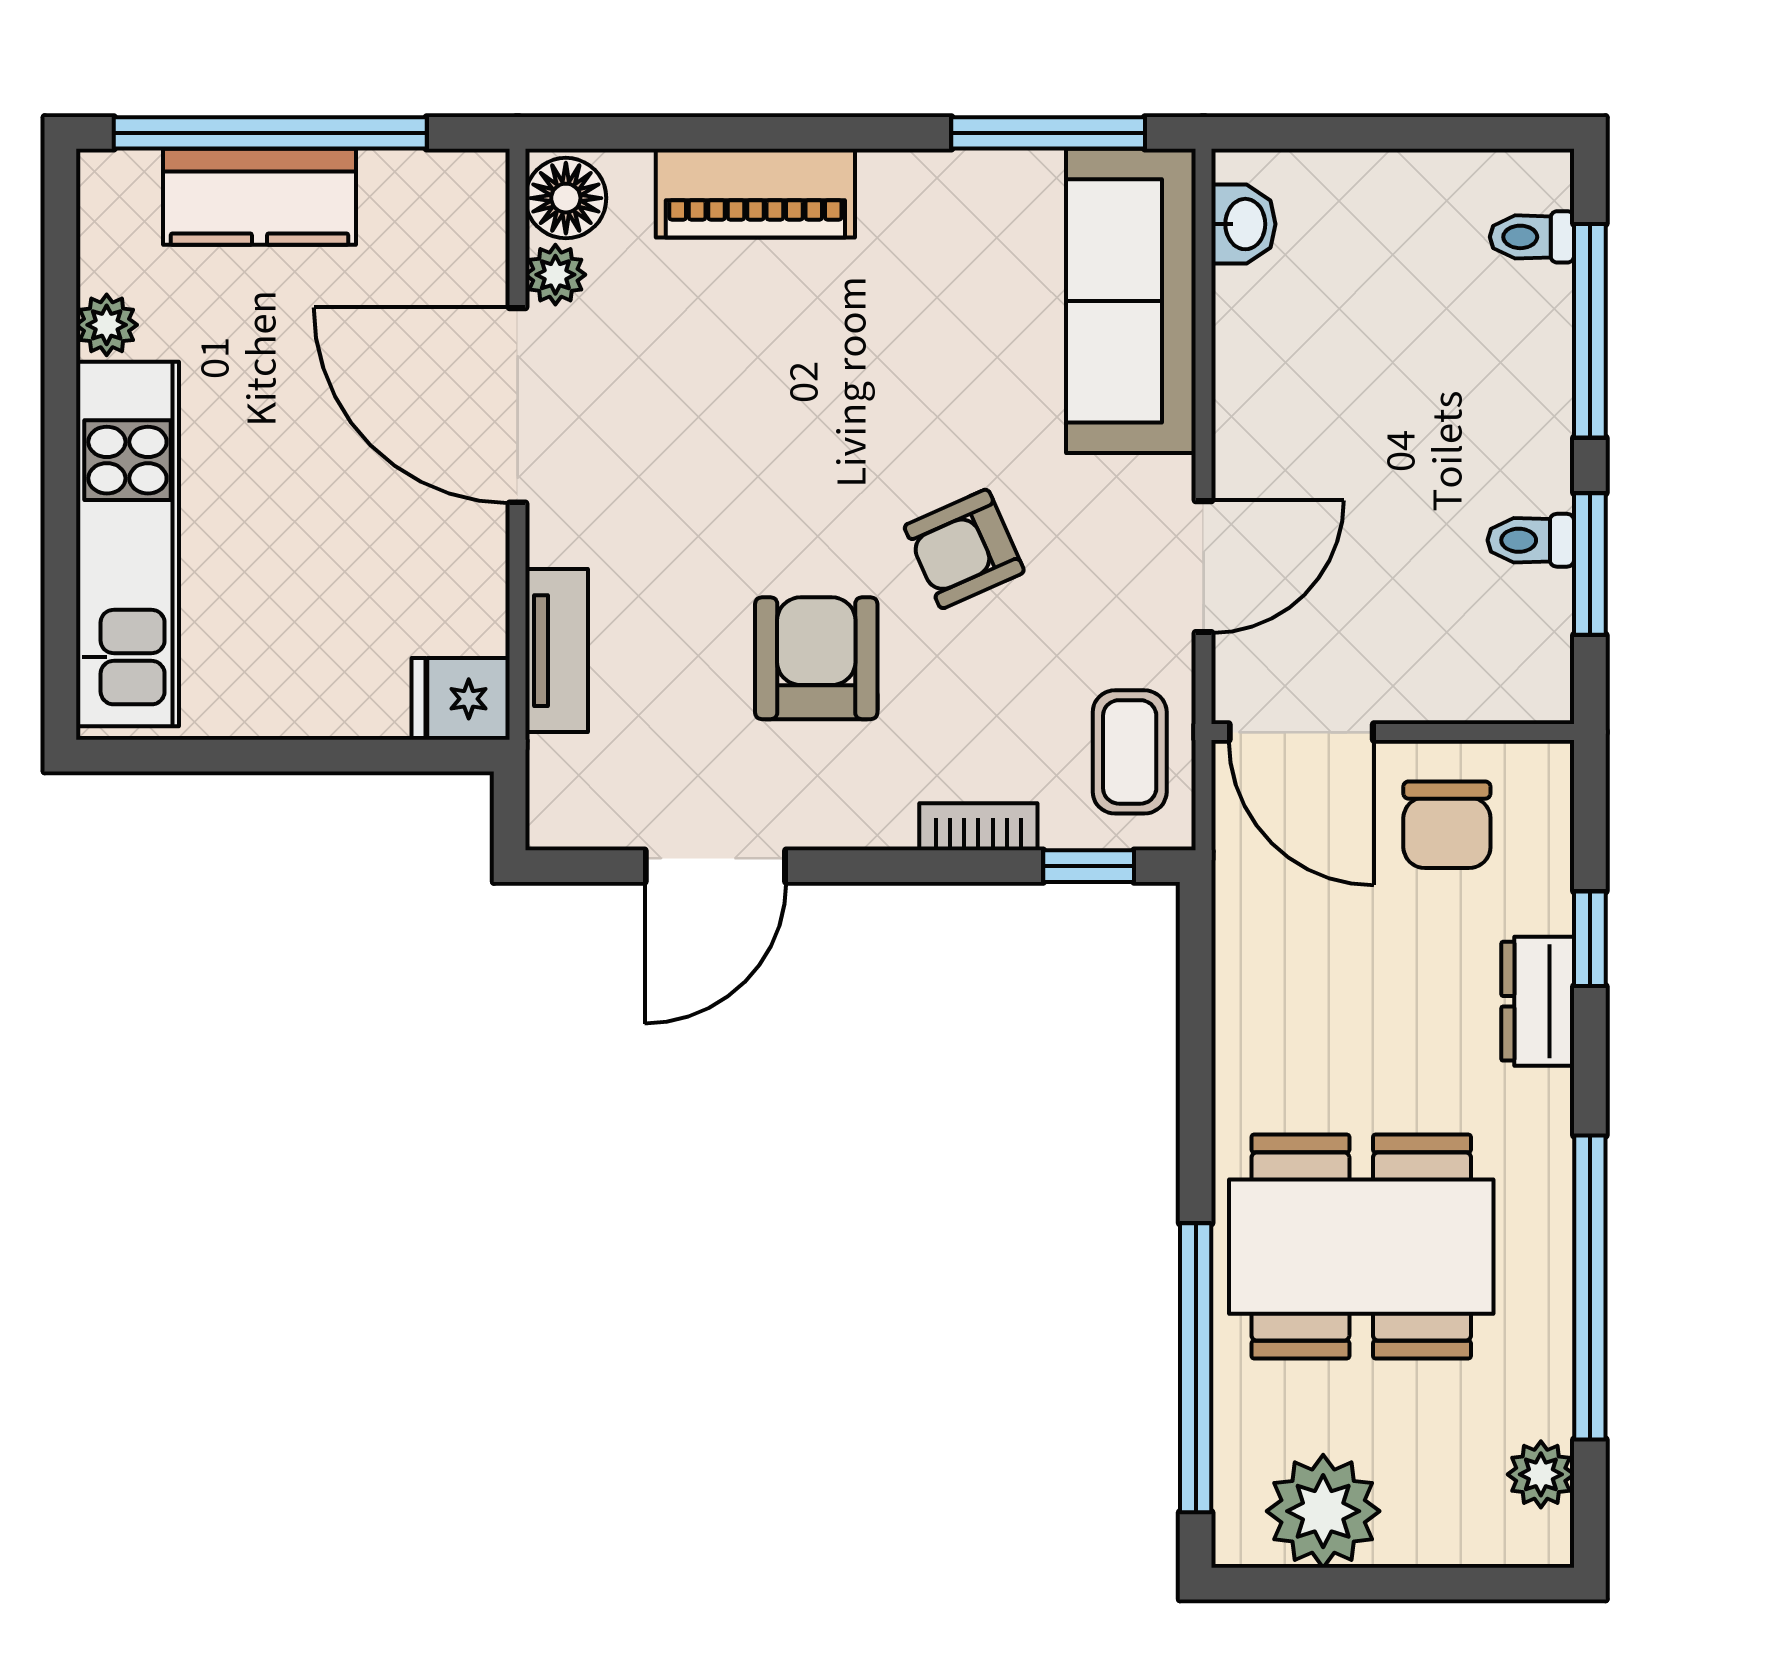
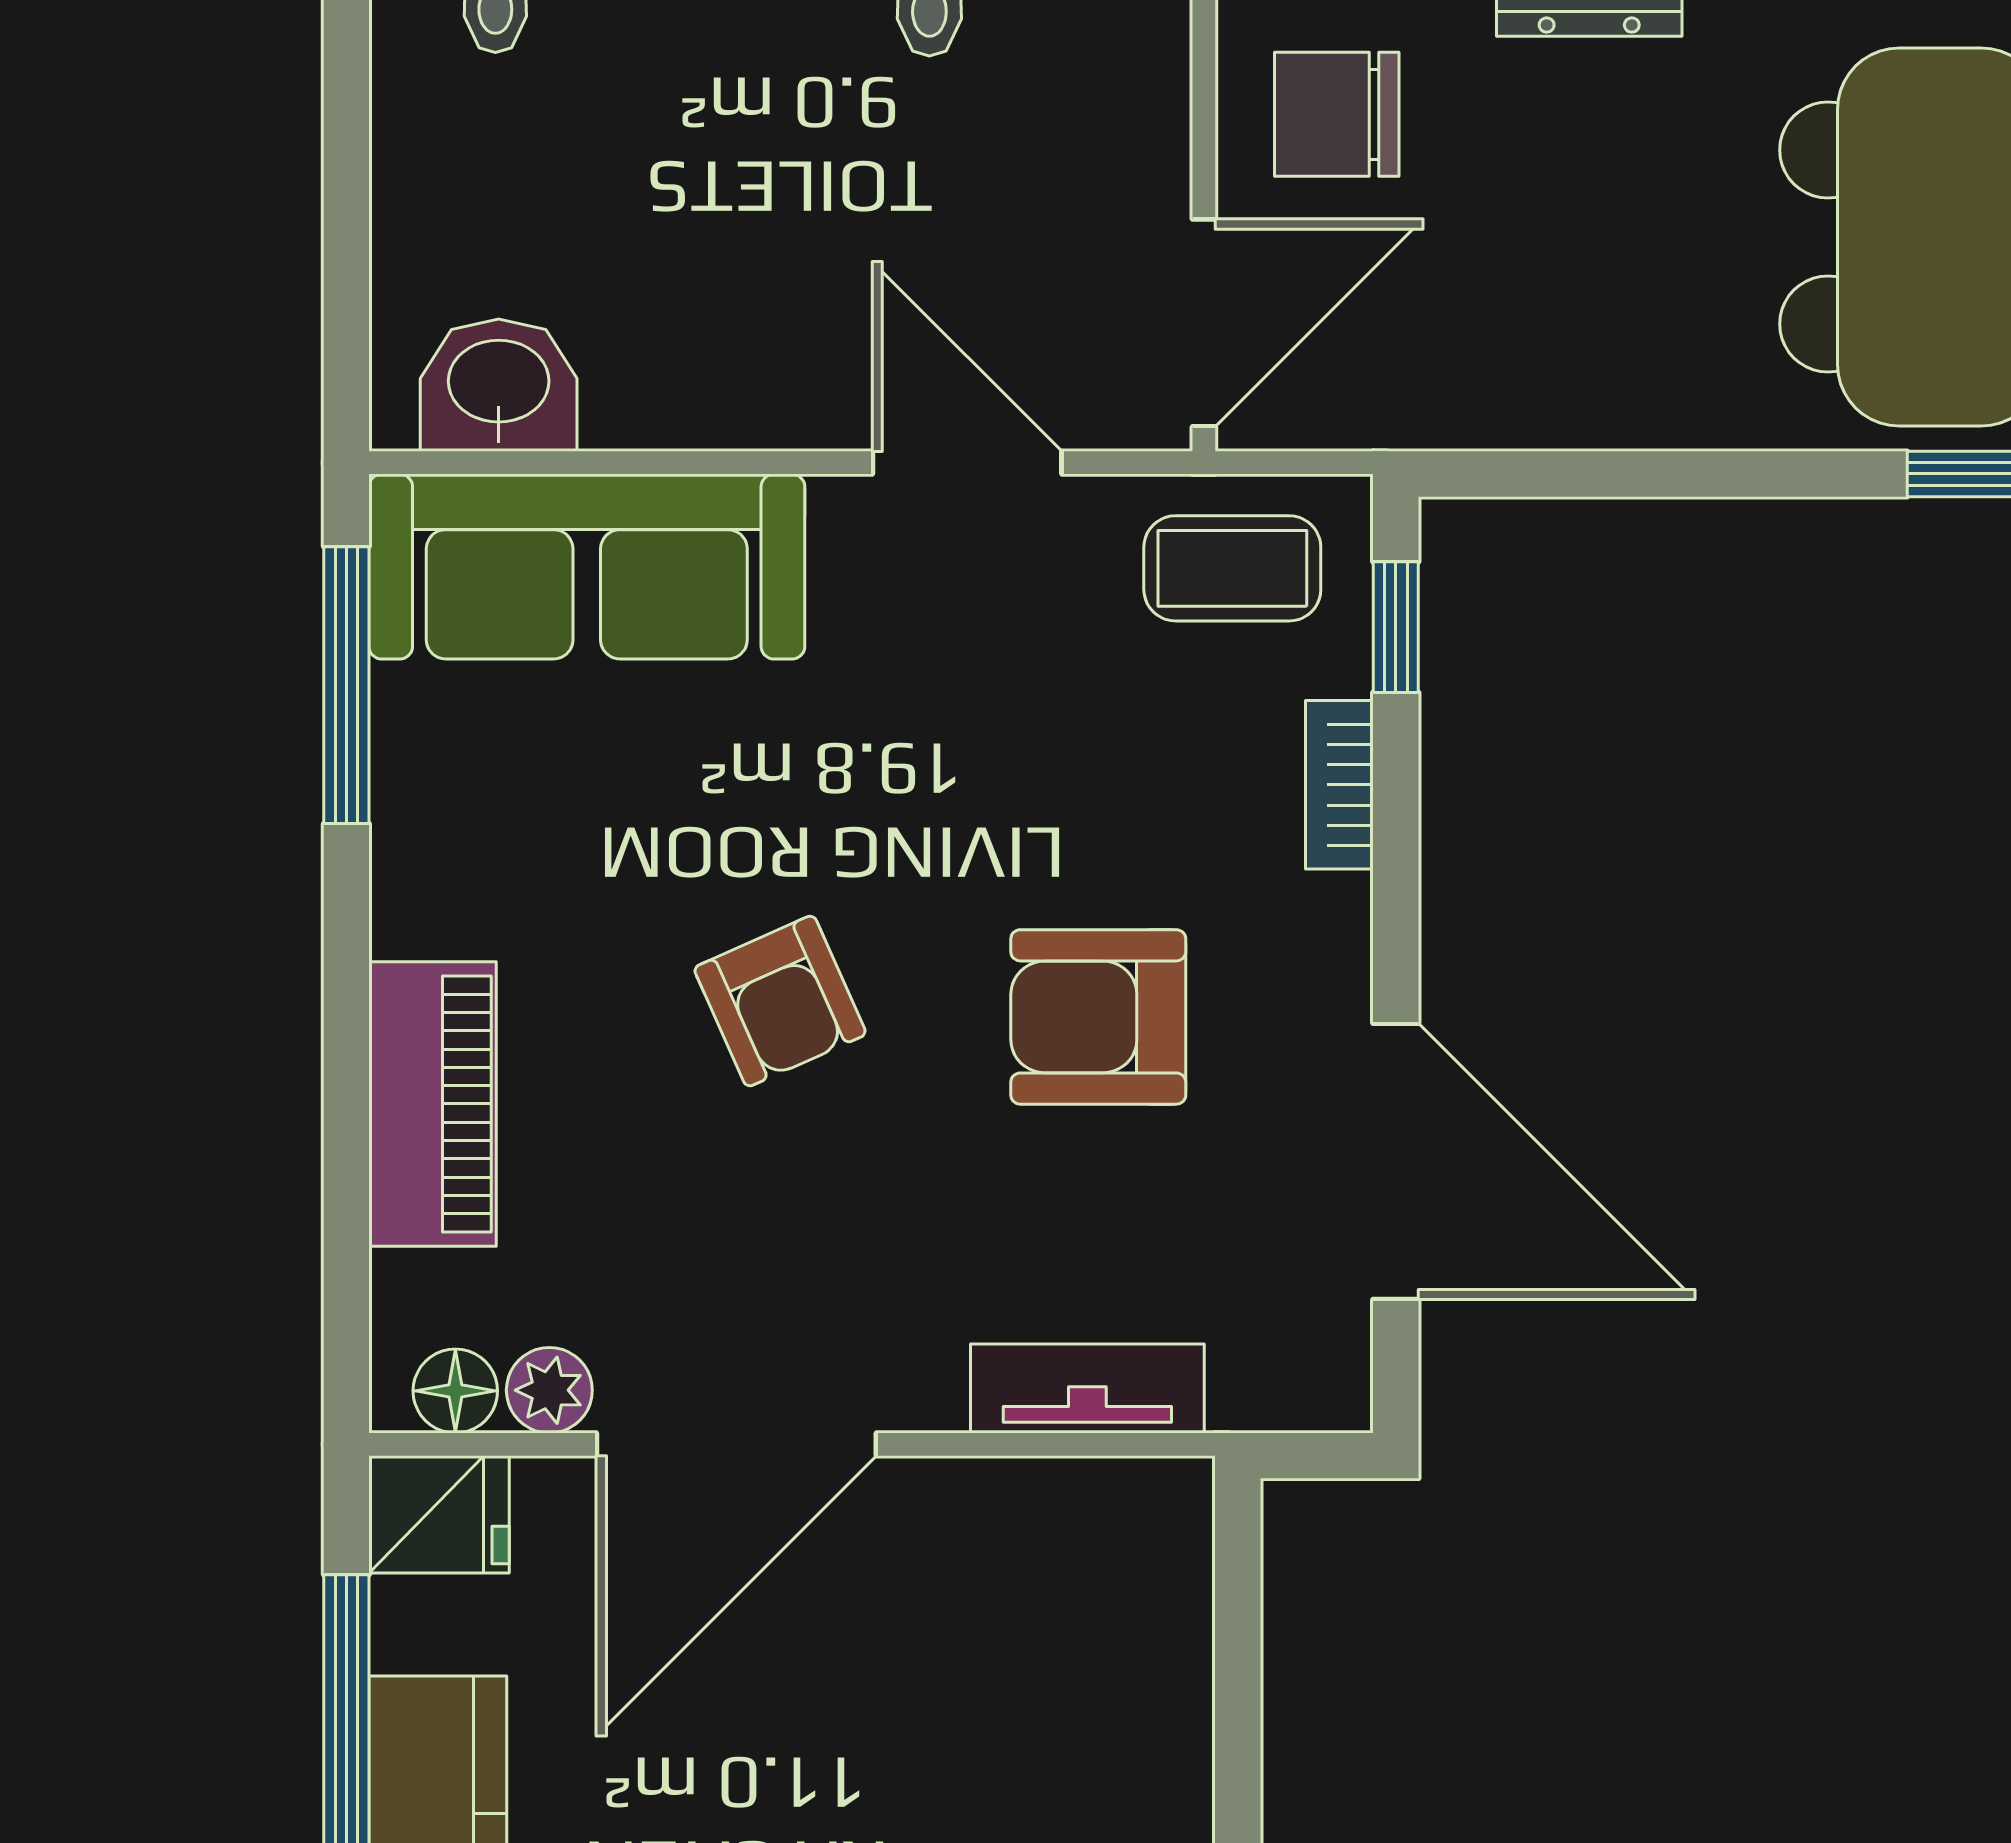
floor lamp: (566, 198) -> (455, 1391), width x0.73, depth x0.73
washbasin: (1243, 224) -> (499, 385), width x1.38, depth x1.45
armchair: (964, 549) -> (780, 1001), moved
fridge: (461, 699) -> (439, 1514), moved, turned -90
chair: (1447, 825) -> (1337, 114), turned 180
door: (715, 866) -> (1396, 1161), width x1.36

